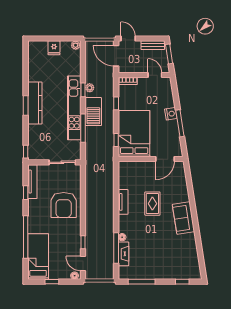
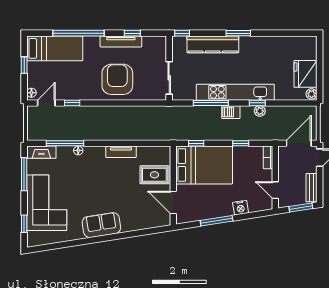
fridge: (54, 48) -> (305, 74), width x1.88, depth x1.34
door: (155, 75) -> (275, 190), swing flipped
kitchen counter: (35, 103) -> (213, 44), moved
barbecue: (93, 112) -> (231, 112), width x0.53, depth x0.65
nightstand: (171, 114) -> (241, 208), moved
tv unit: (32, 182) -> (121, 41), moved
rug: (152, 204) -> (154, 175), moved
armchair: (64, 205) -> (117, 79), turned 90
fireplace: (124, 254) -> (41, 152), moved
corner sofa: (165, 263) -> (47, 203), added

